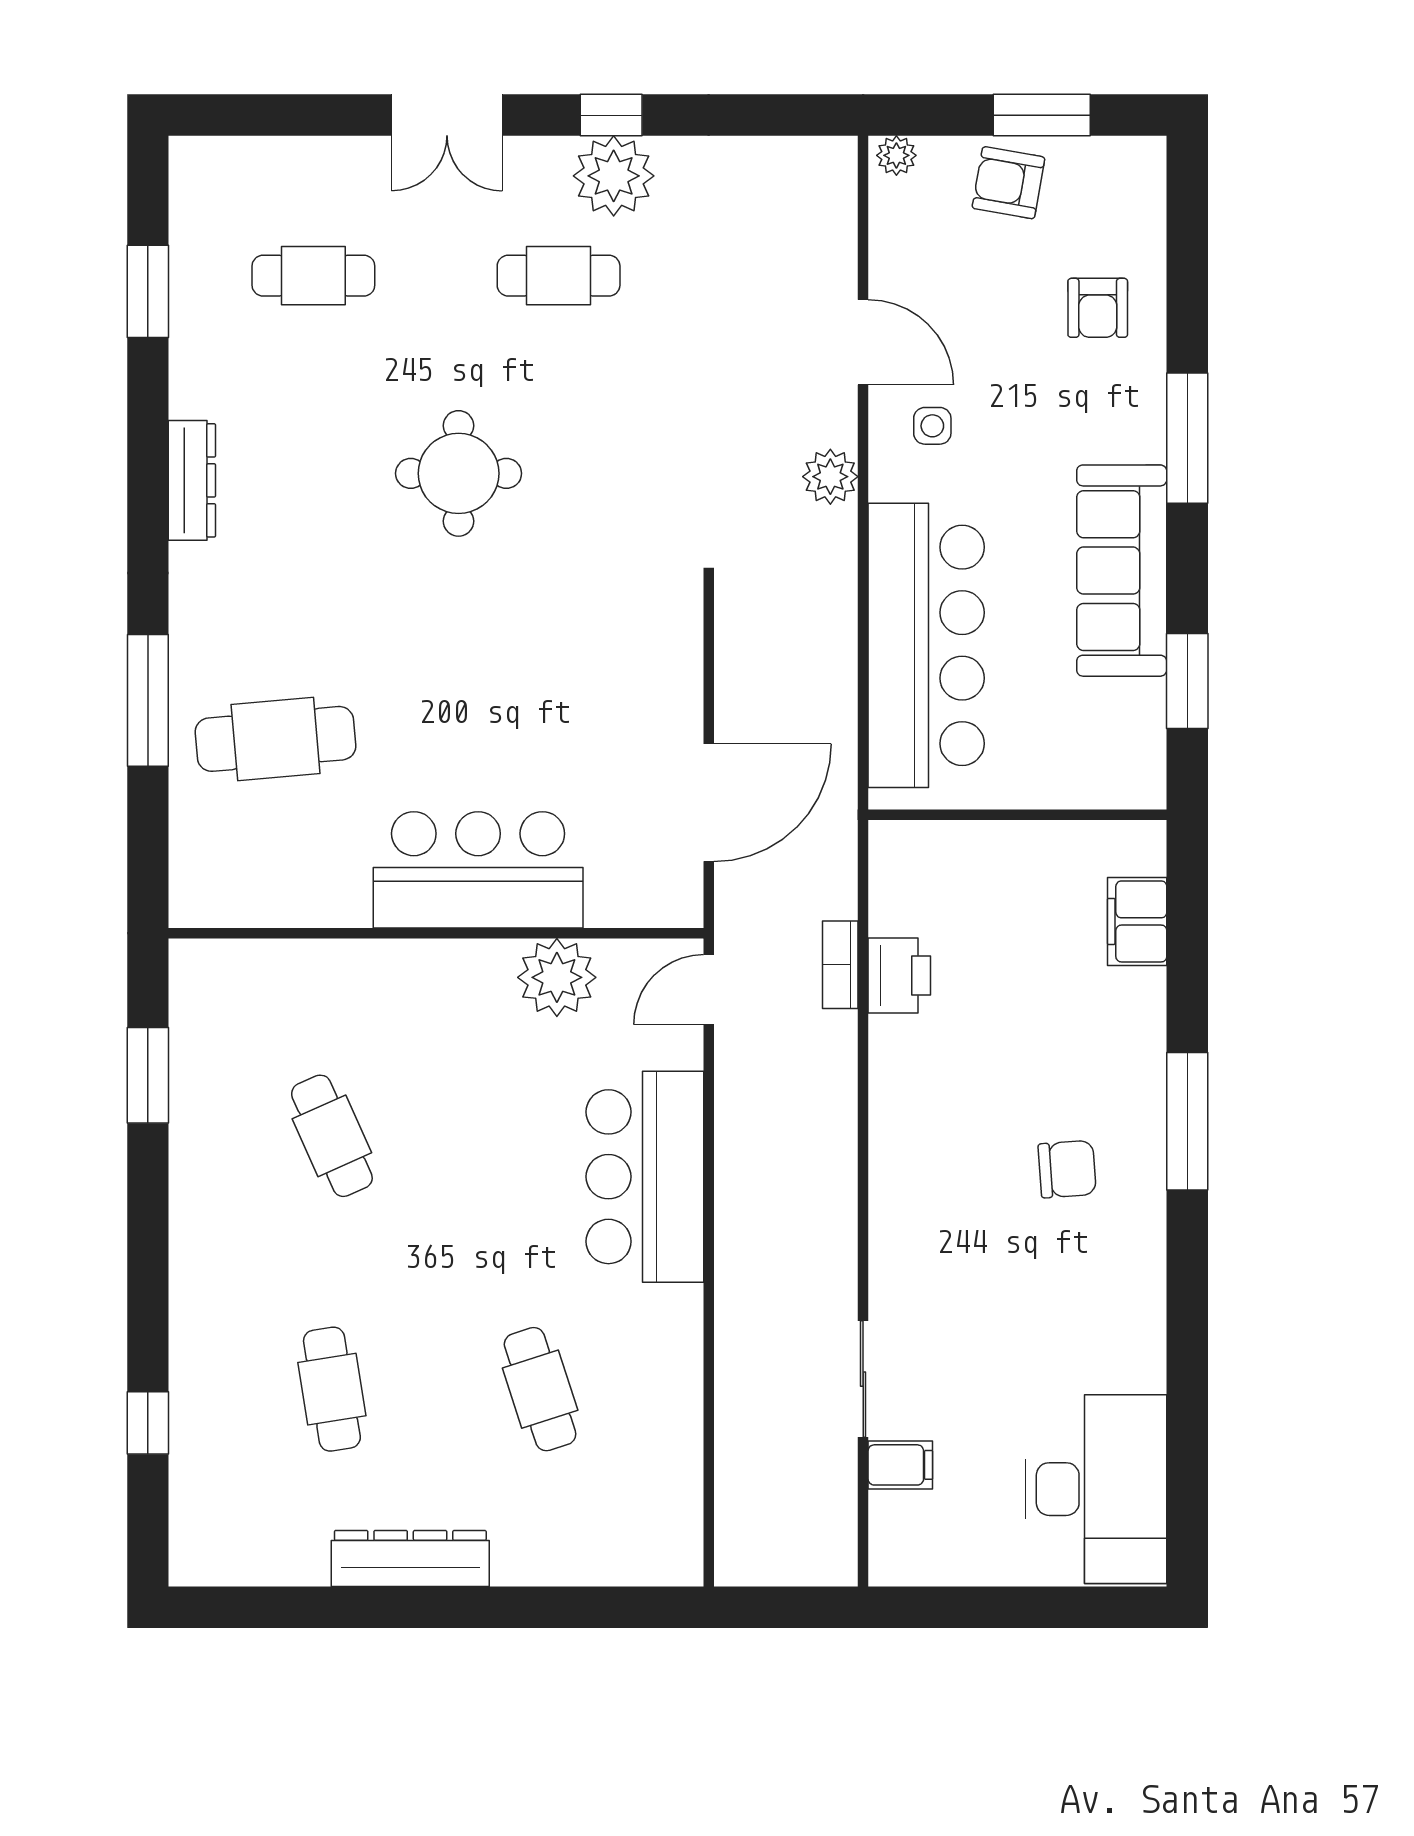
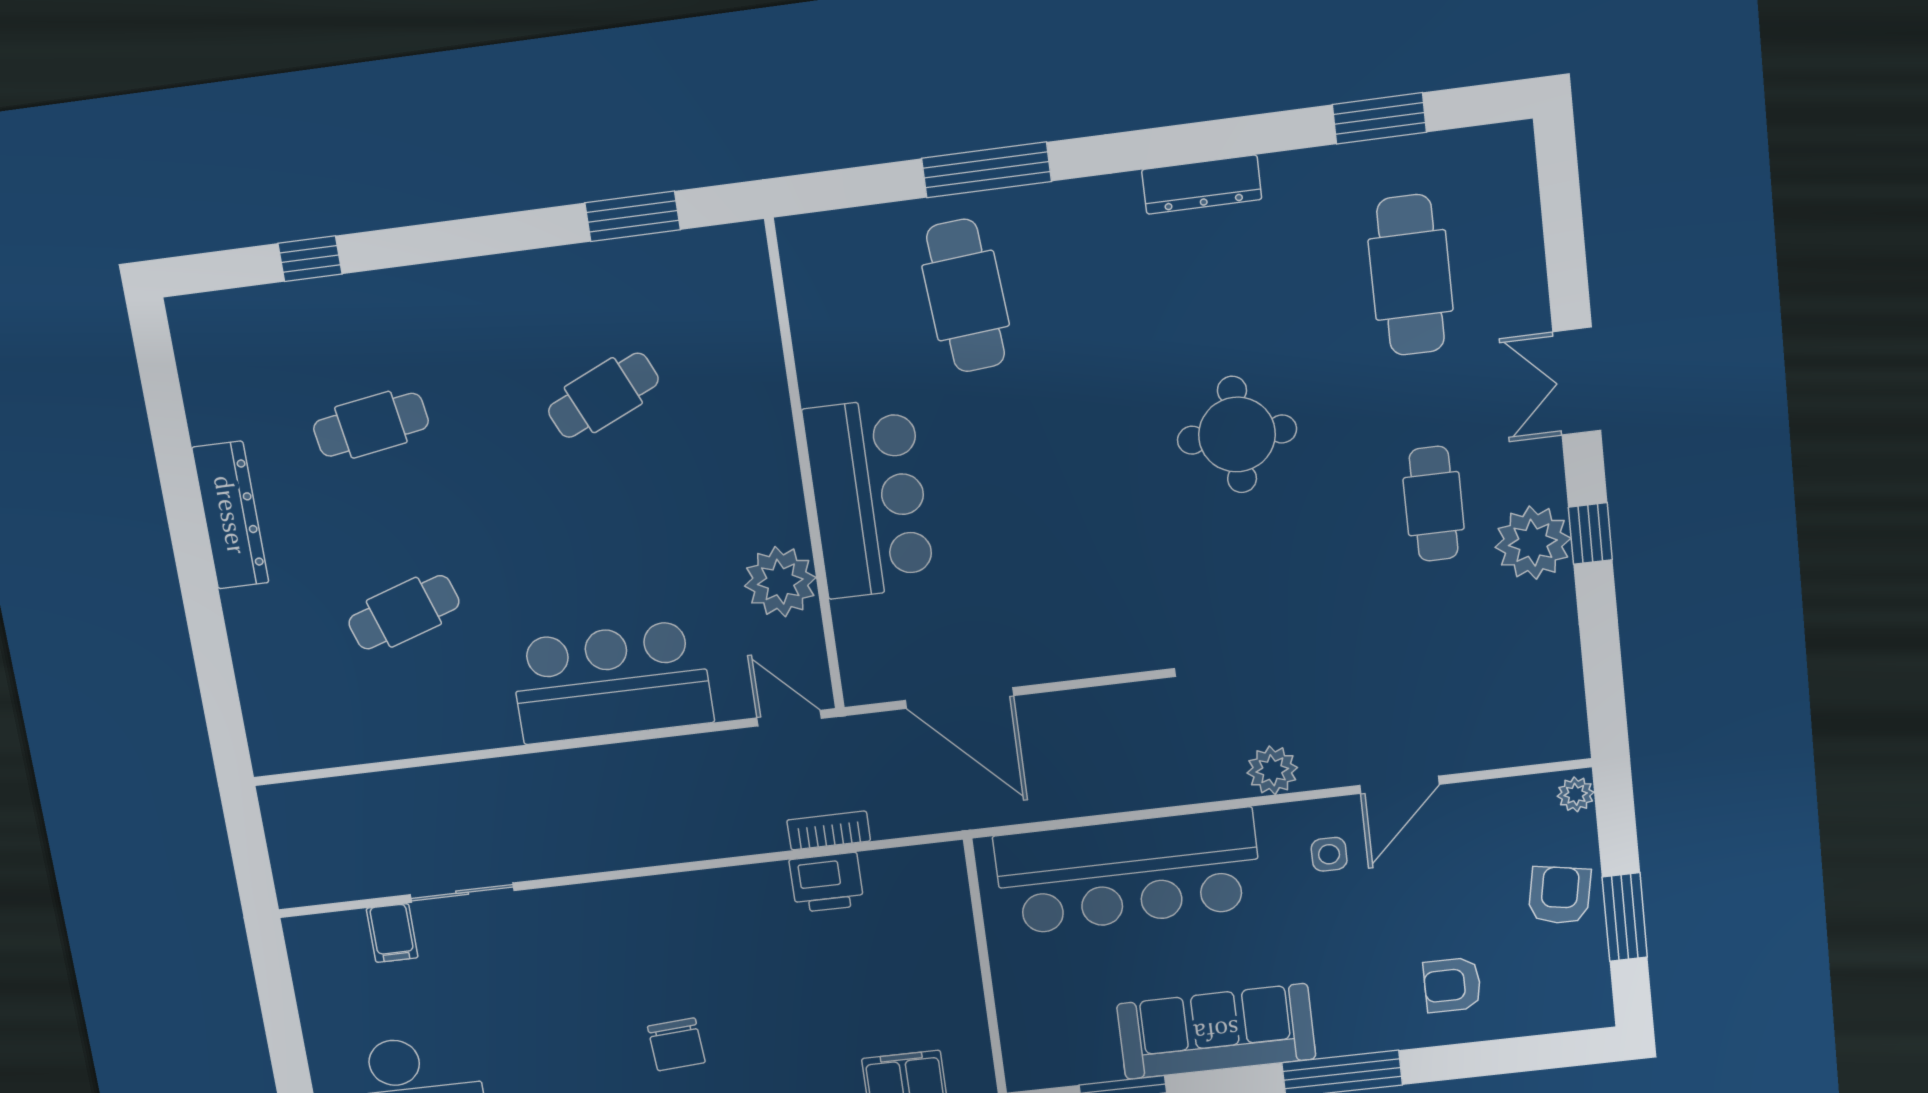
cafe table: (313, 276) -> (1411, 275), width x1.37, depth x1.35

